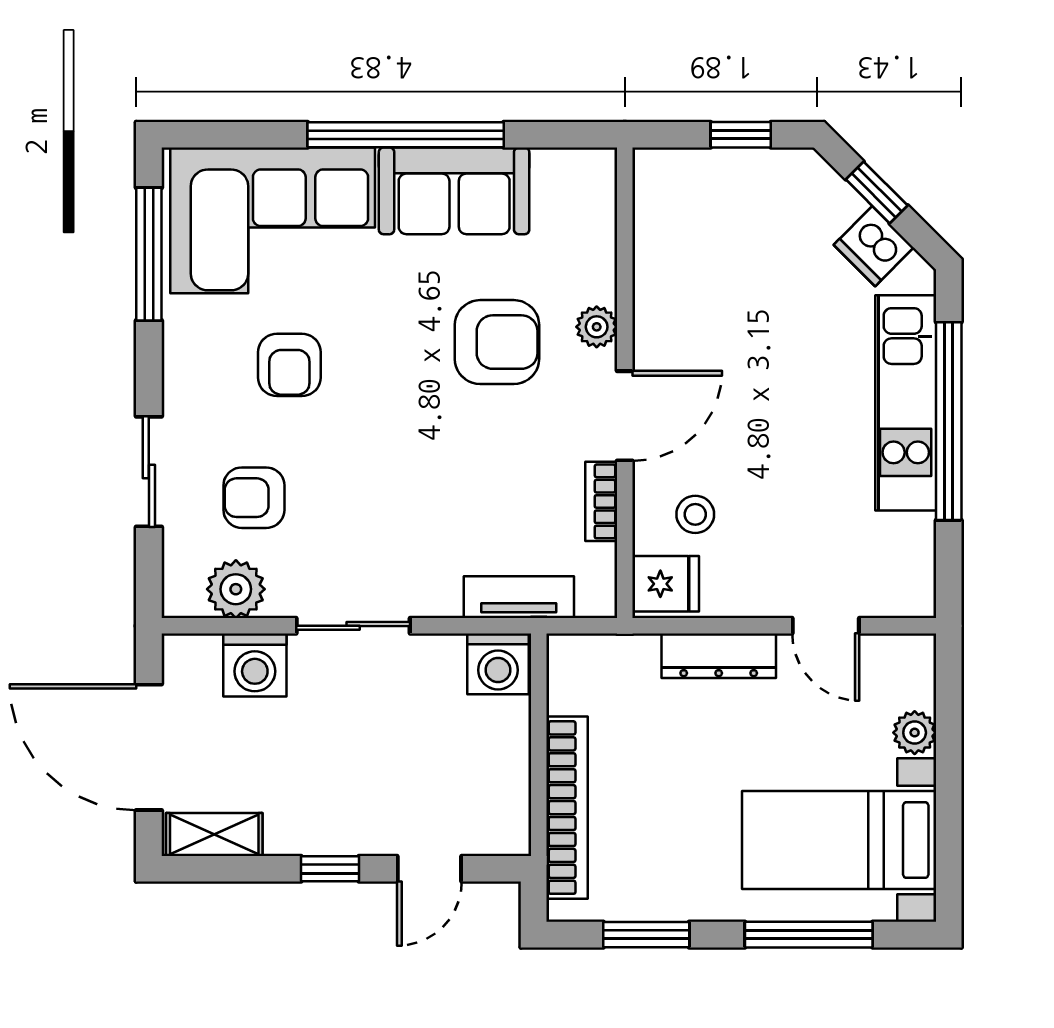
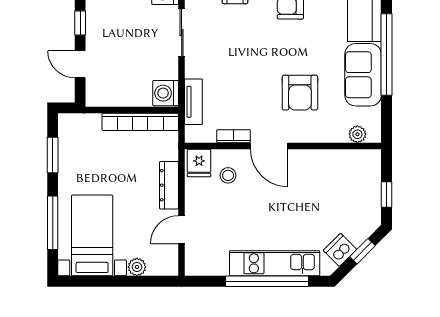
plant: (597, 327) -> (357, 134), moved
bookcase: (567, 808) -> (140, 122), moved

